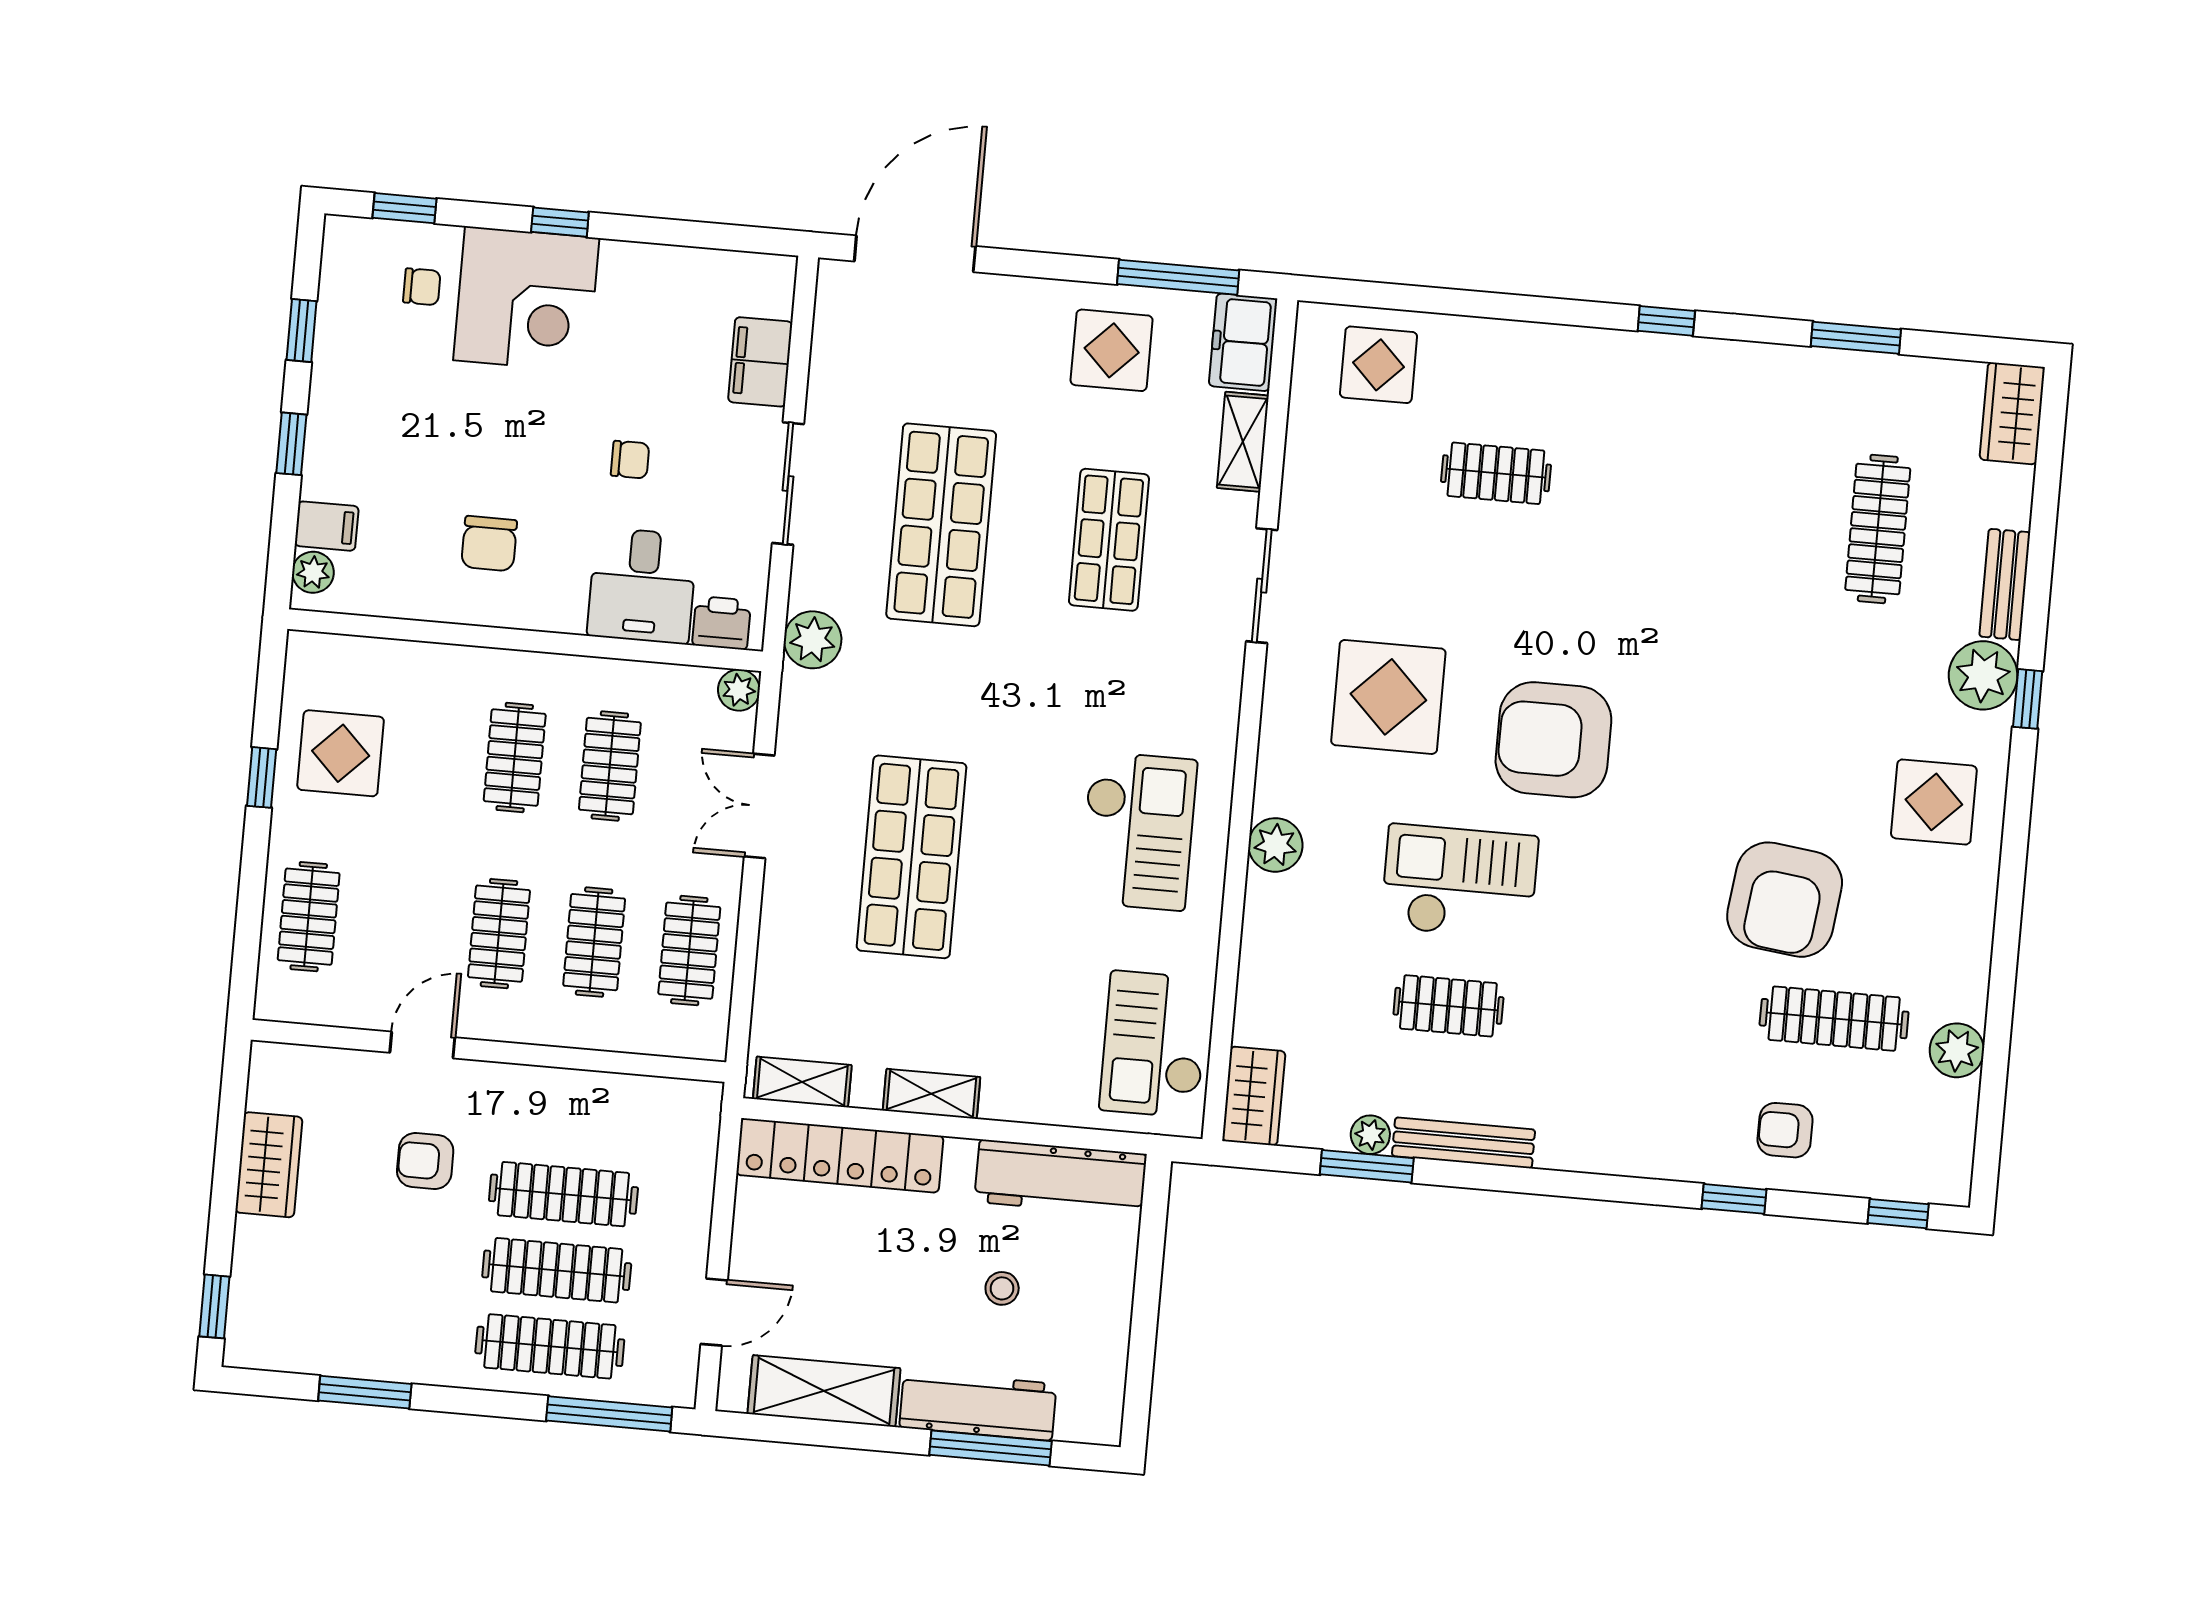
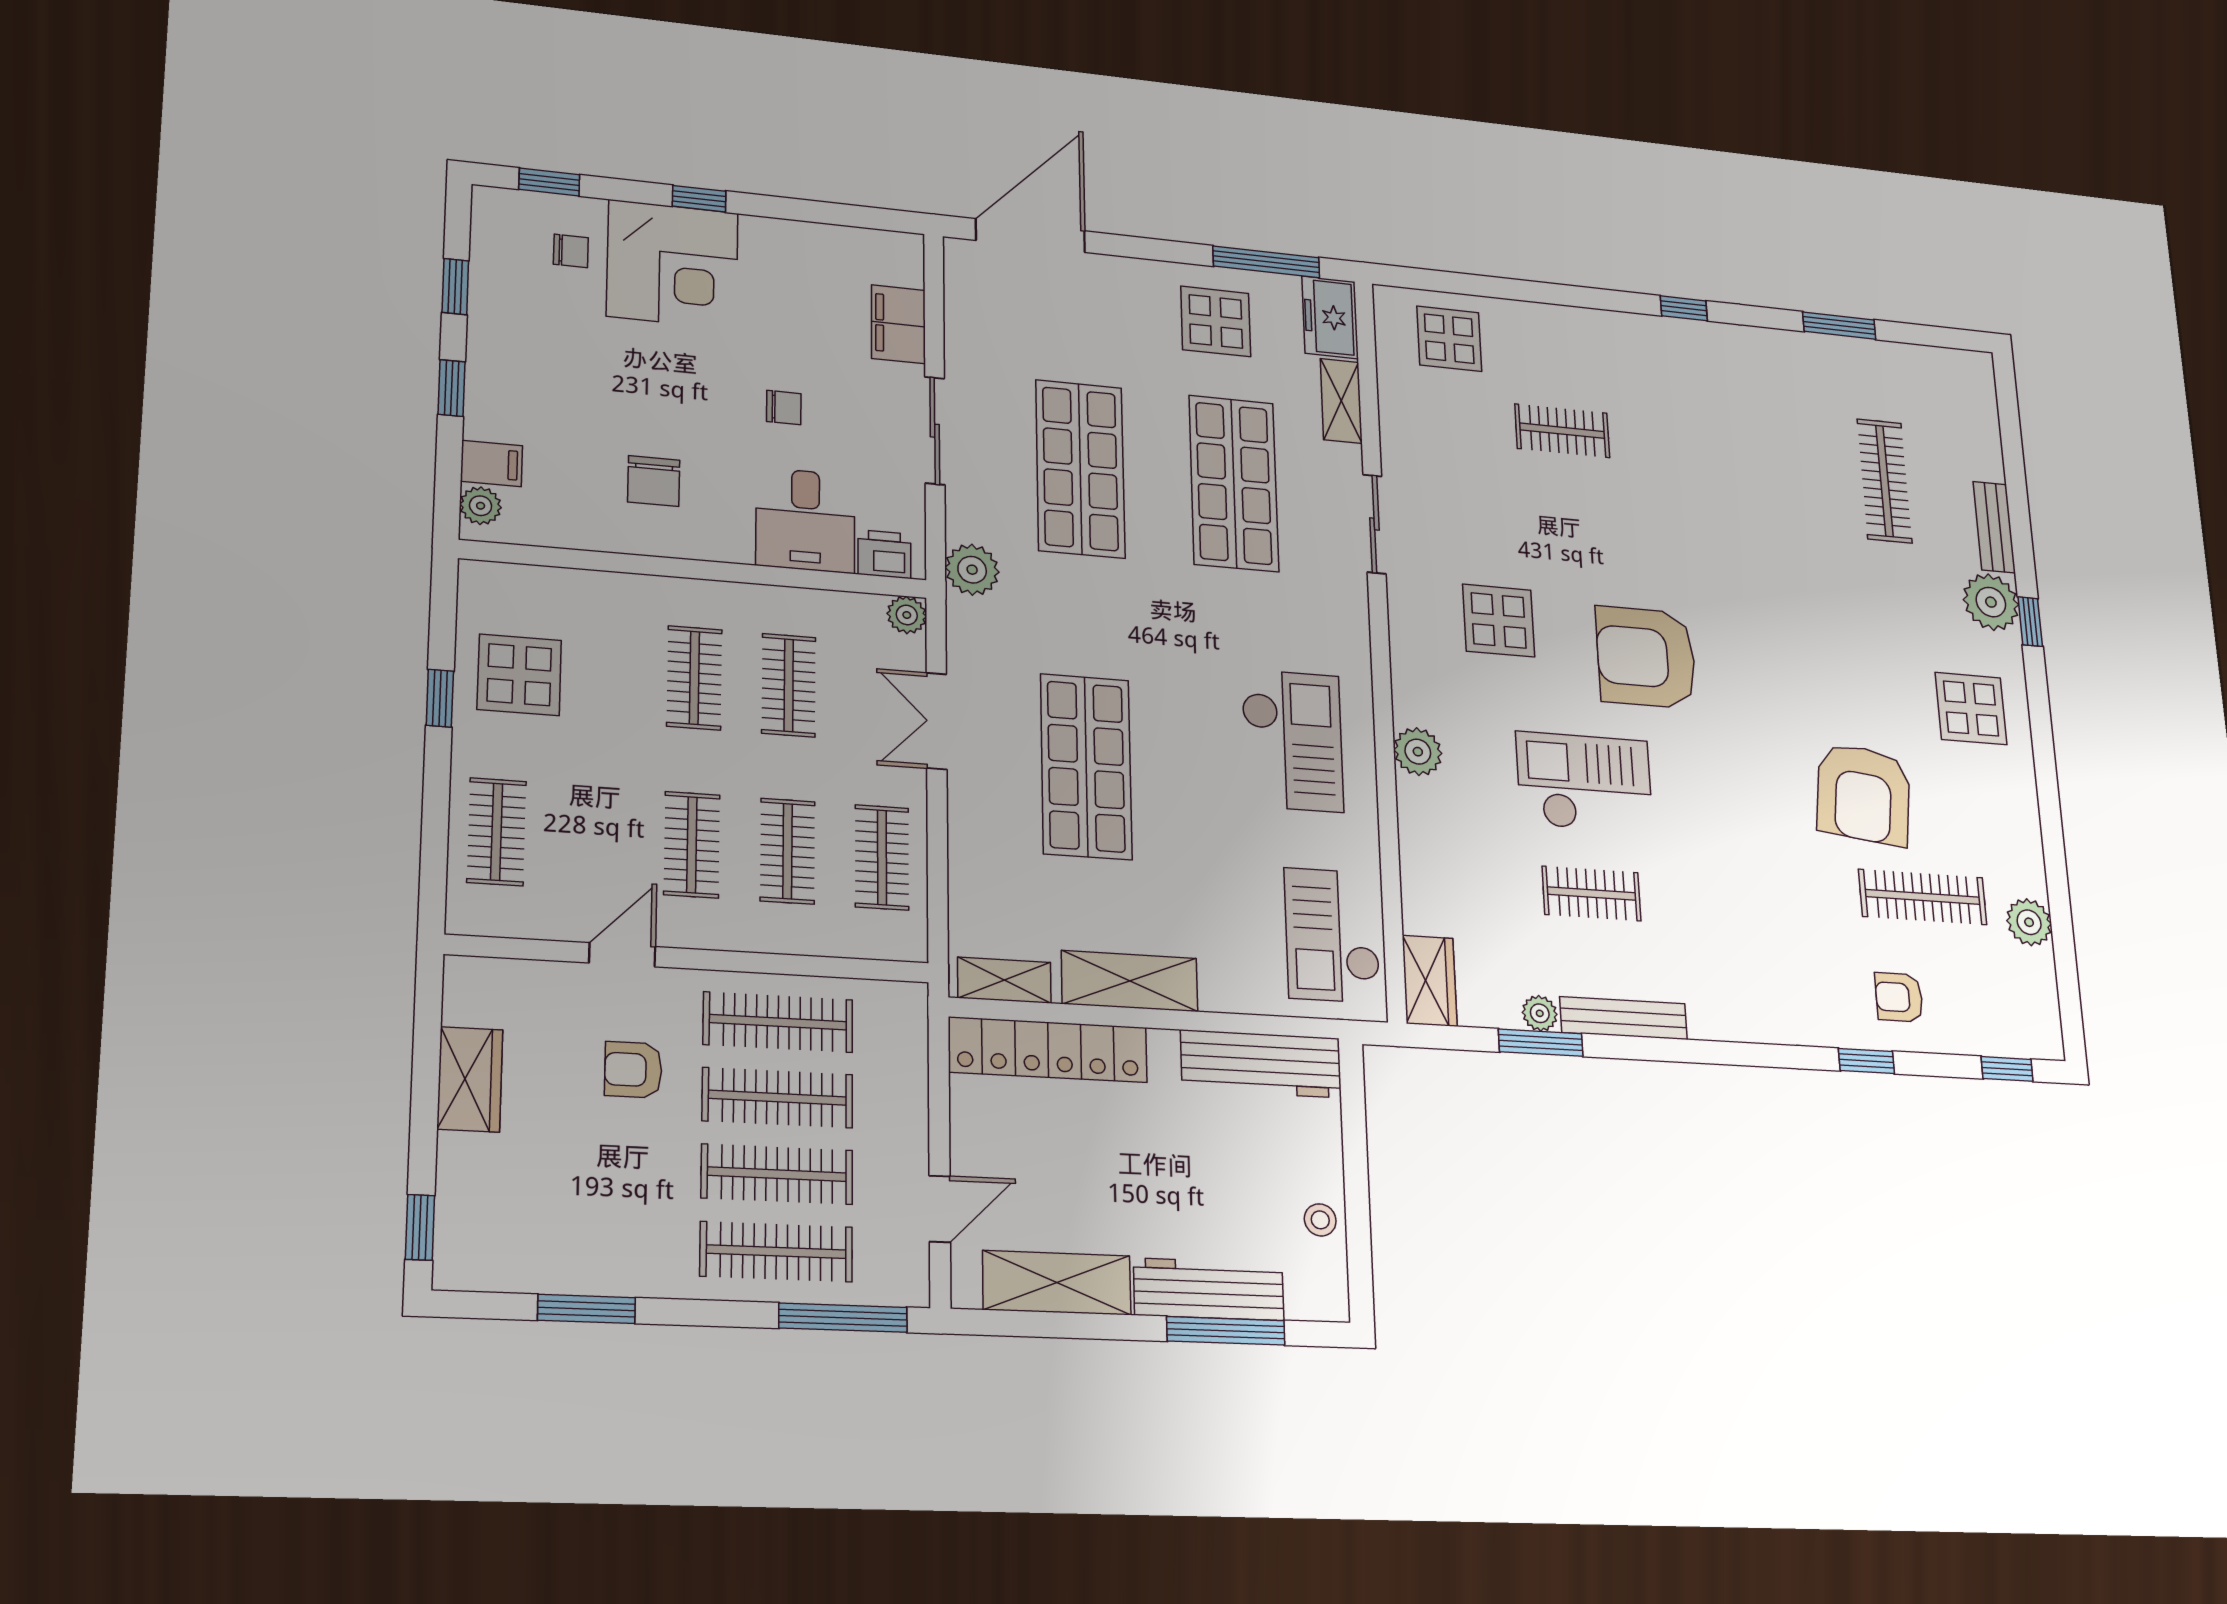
wardrobe: (2012, 413) -> (1974, 389), removed
shop shelf: (1109, 540) -> (1234, 483), width x1.43, depth x1.36
display table: (1388, 697) -> (1499, 621), width x0.73, depth x0.73
shelving: (932, 1094) -> (1130, 981), width x1.50, depth x1.33
clothes rail: (570, 1118) -> (778, 1022), added
stool: (1002, 1288) -> (1320, 1220), moved

